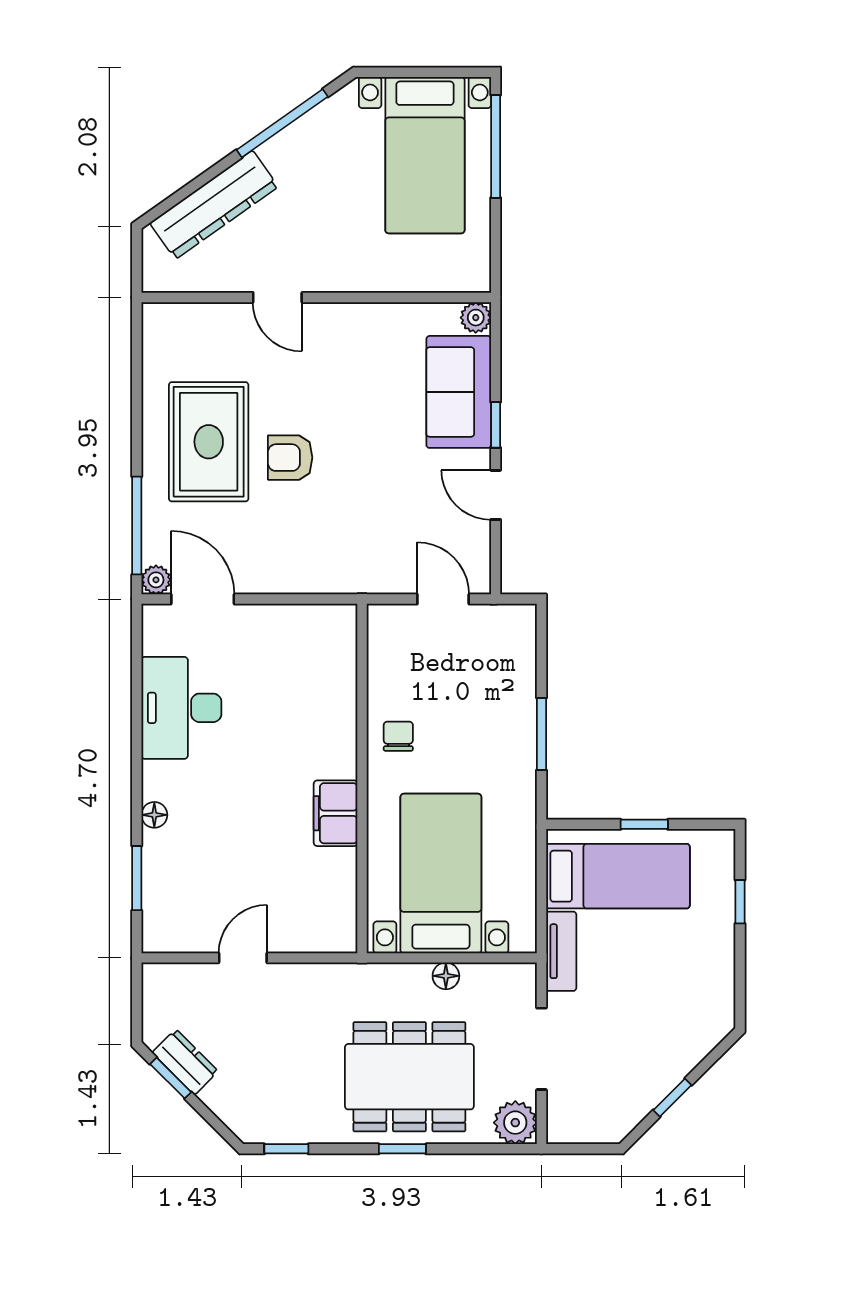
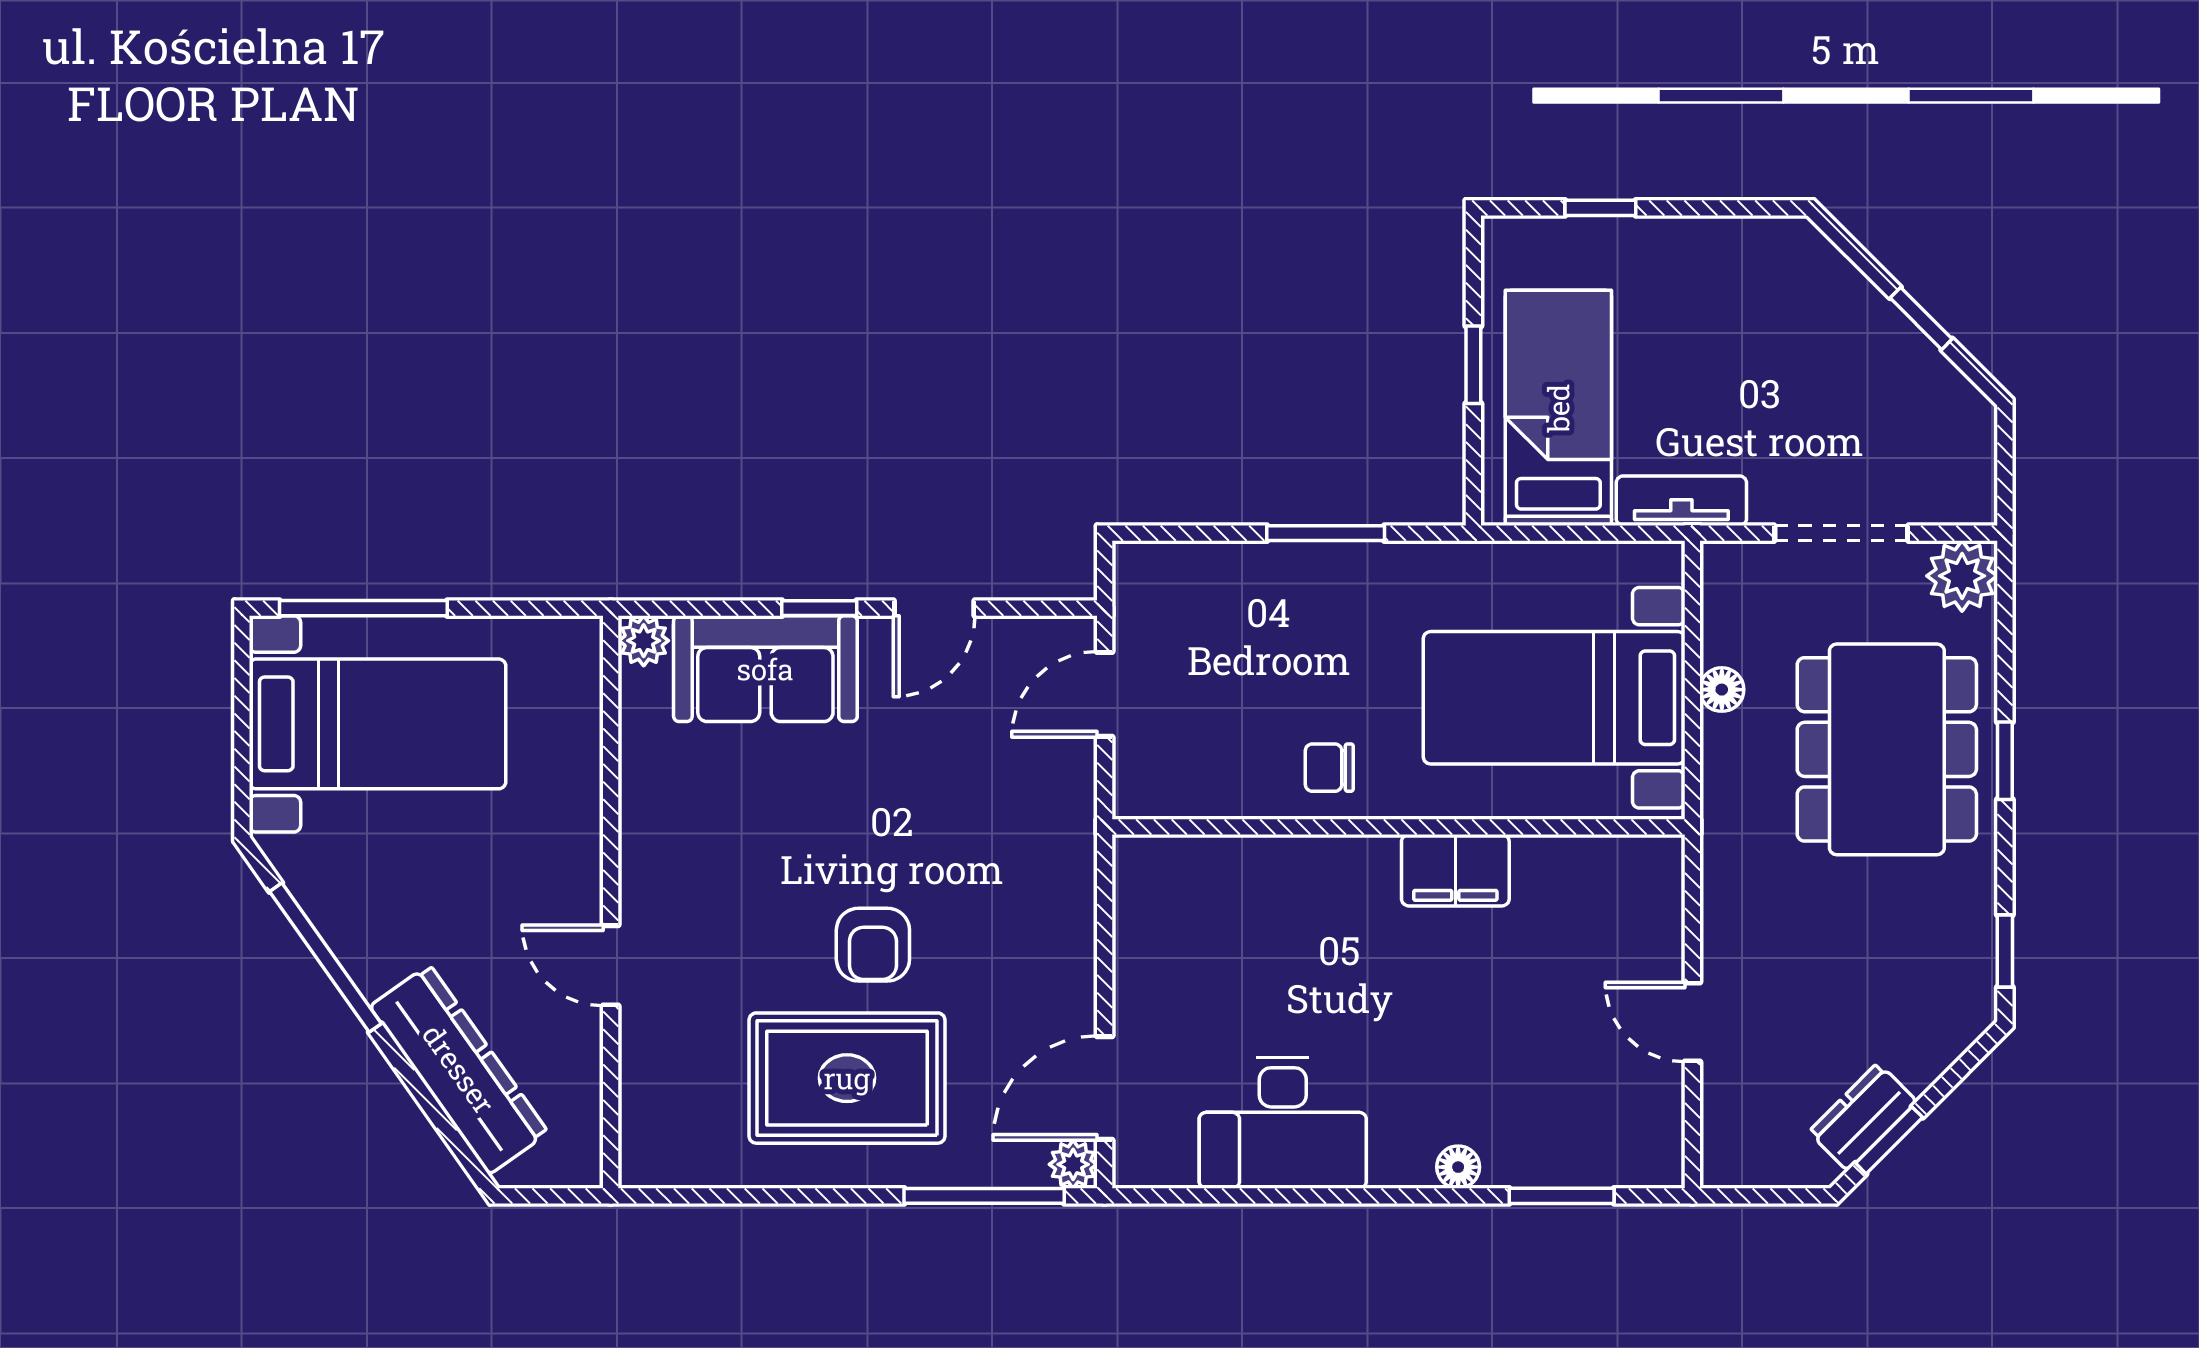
door: (277, 297) -> (611, 965), swing flipped

